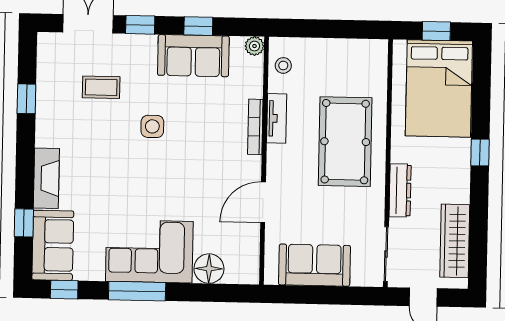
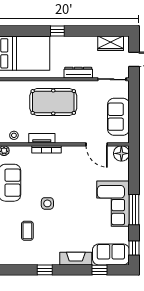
window: (26, 99) -> (45, 270), moved
door: (263, 202) -> (97, 144), moved
wardrobe: (455, 241) -> (111, 43), width x0.67
floor lamp: (209, 269) -> (121, 153), moved

